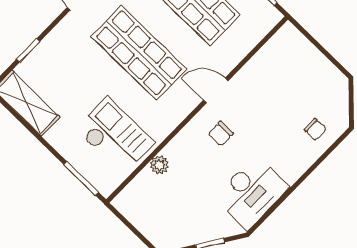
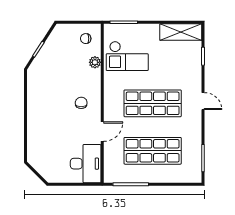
door: (216, 90) -> (102, 132), moved
chair: (315, 129) -> (86, 39), moved
desk: (251, 192) -> (86, 164), moved, turned 180

